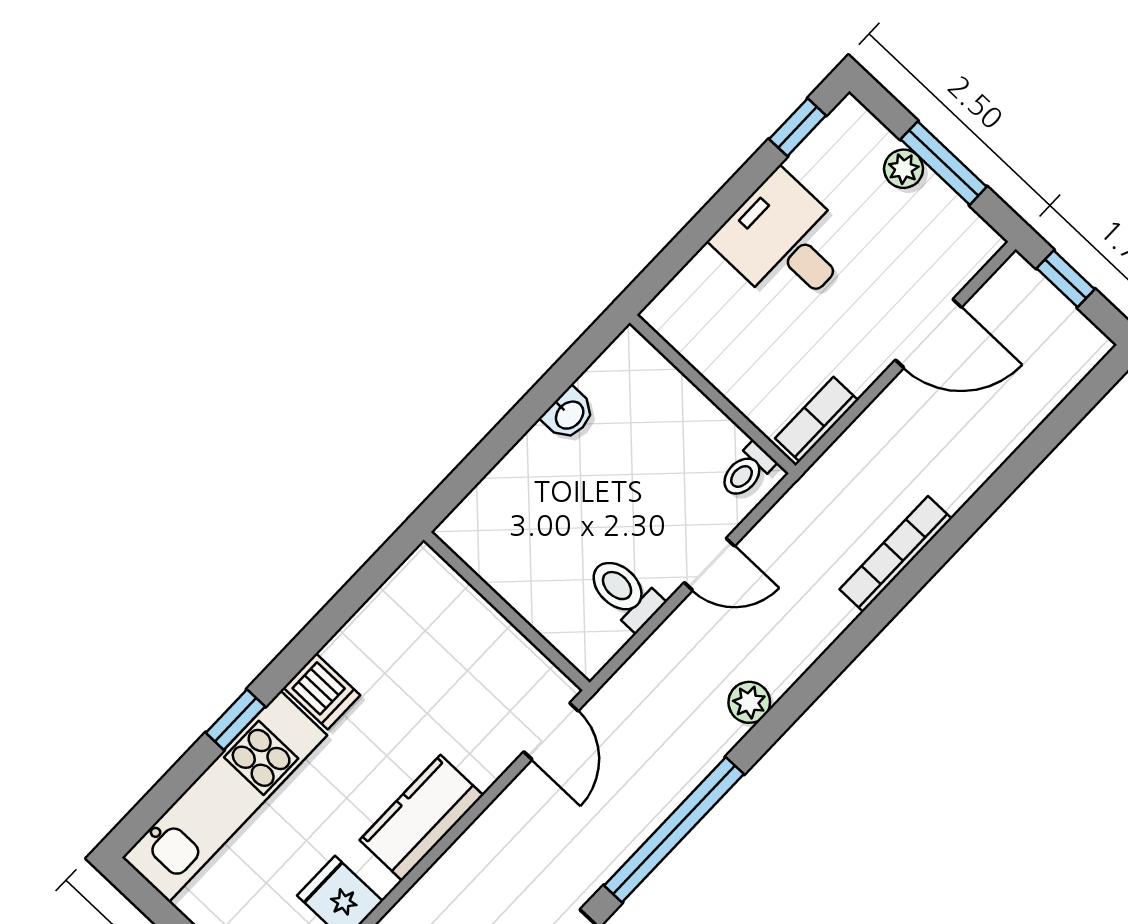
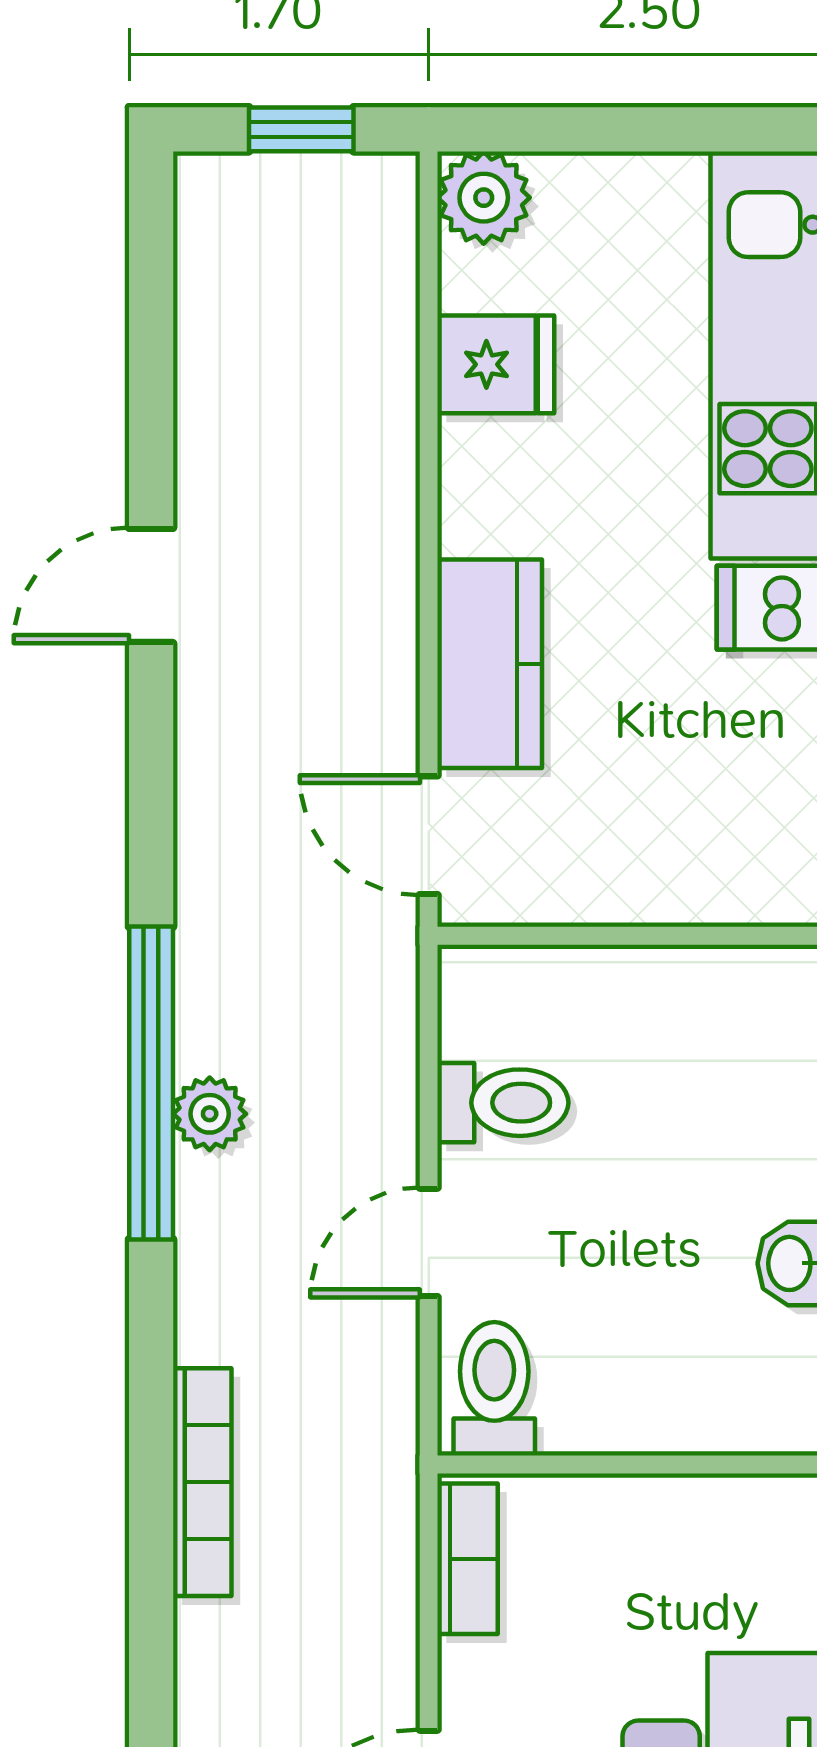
toilet: (747, 471) -> (494, 1389), width x1.37, depth x1.39
kitchen counter: (421, 818) -> (490, 664), moved
window: (674, 830) -> (151, 1083), moved

